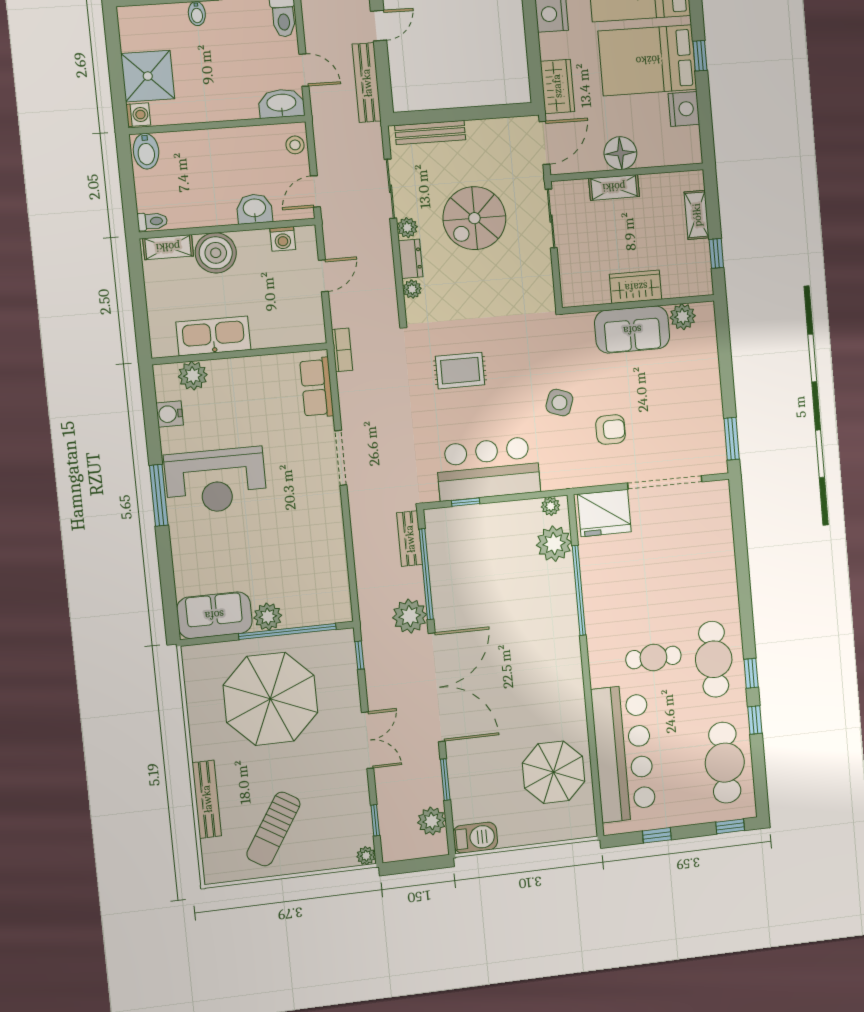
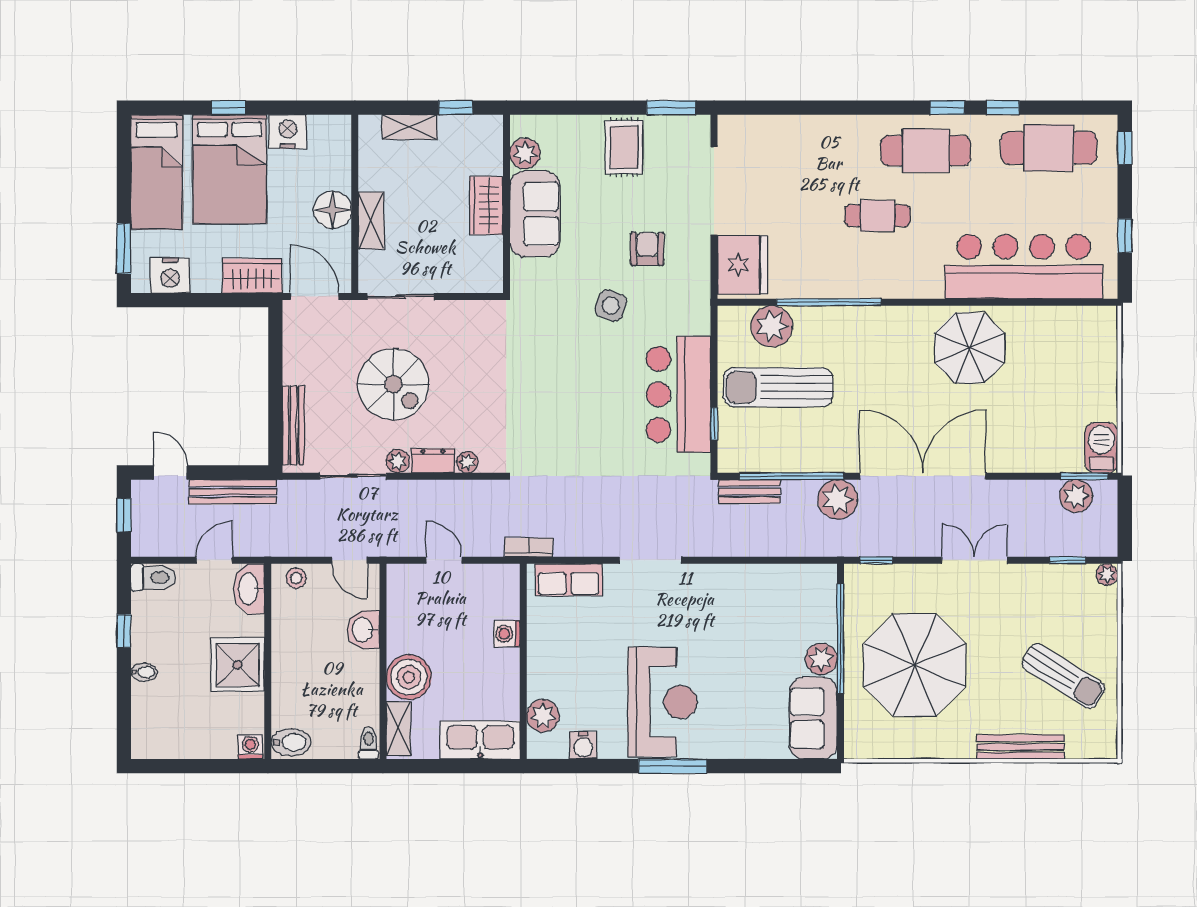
shower: (148, 76) -> (238, 665), moved
washing machine: (283, 239) -> (507, 634), moved, turned 180
kitchen sink: (213, 336) -> (480, 740), moved, turned 90
rug: (460, 371) -> (624, 147), moved
plant: (551, 506) -> (728, 326), removed
sun lounger: (502, 554) -> (778, 387), added
cafe table: (653, 657) -> (877, 216), moved, turned 90
parasol: (554, 772) -> (970, 348), moved
window: (445, 780) -> (1084, 476), moved

